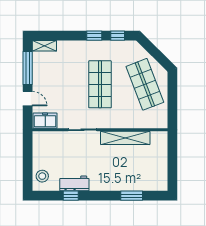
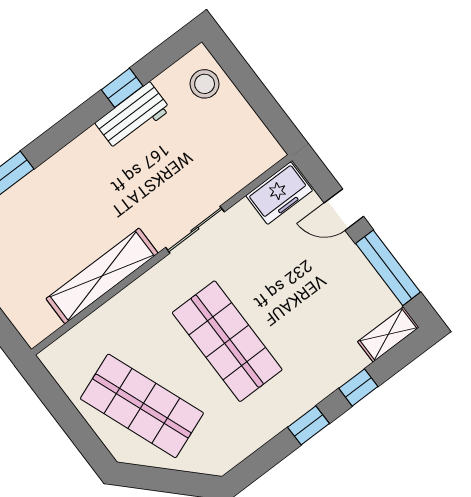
window: (118, 36) -> (358, 387), moved

